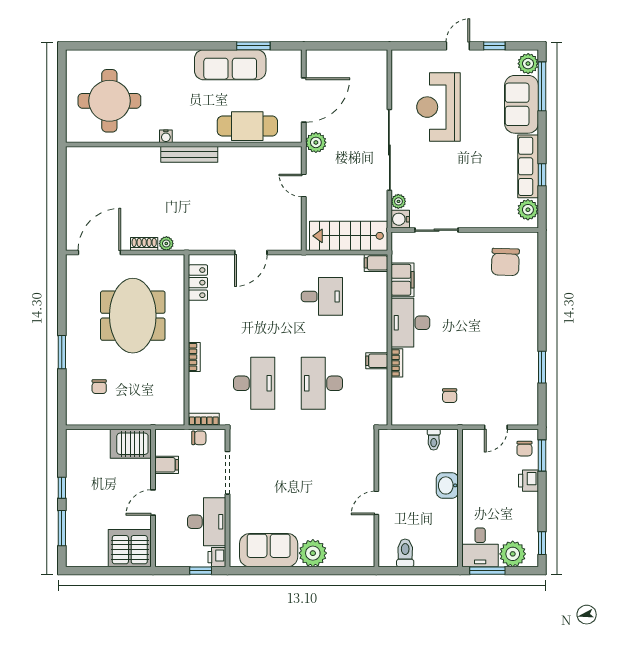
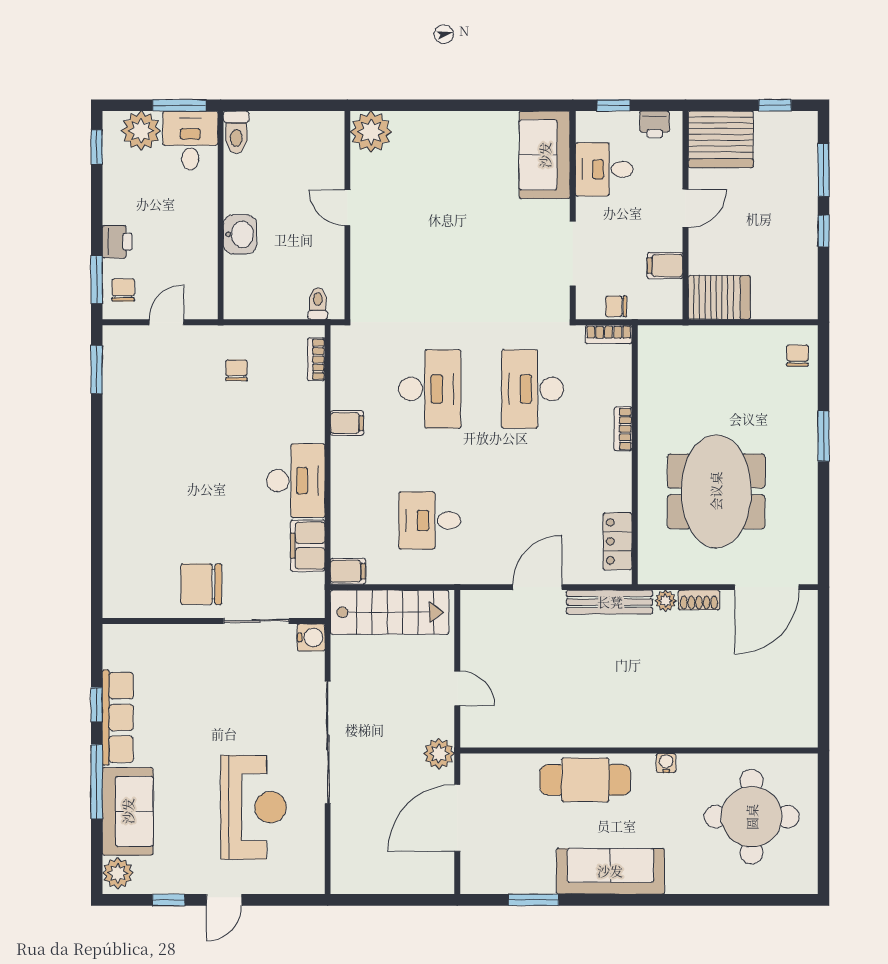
sofa: (230, 65) -> (610, 871), moved
window: (542, 86) -> (97, 782), moved
cafe table: (247, 126) -> (585, 780), moved
bench: (189, 154) -> (610, 602), moved
plant: (398, 201) -> (314, 664), removed
plant: (528, 210) -> (118, 652), removed
chair: (505, 262) -> (201, 584), moved, turned -92
bookcase: (397, 363) -> (316, 359), moved
window: (542, 367) -> (97, 369), moved
chair: (99, 387) -> (798, 356), moved
toilet: (434, 440) -> (318, 304), moved
door: (376, 503) -> (347, 208), swing flipped
desk: (207, 522) -> (604, 169), width x0.73
sofa: (269, 550) -> (545, 155), moved, turned 90
plant: (313, 553) -> (371, 132), moved
toilet: (405, 553) -> (236, 132), moved
printer: (217, 557) -> (655, 124), moved, turned 90
window: (94, 571) -> (775, 105), added

